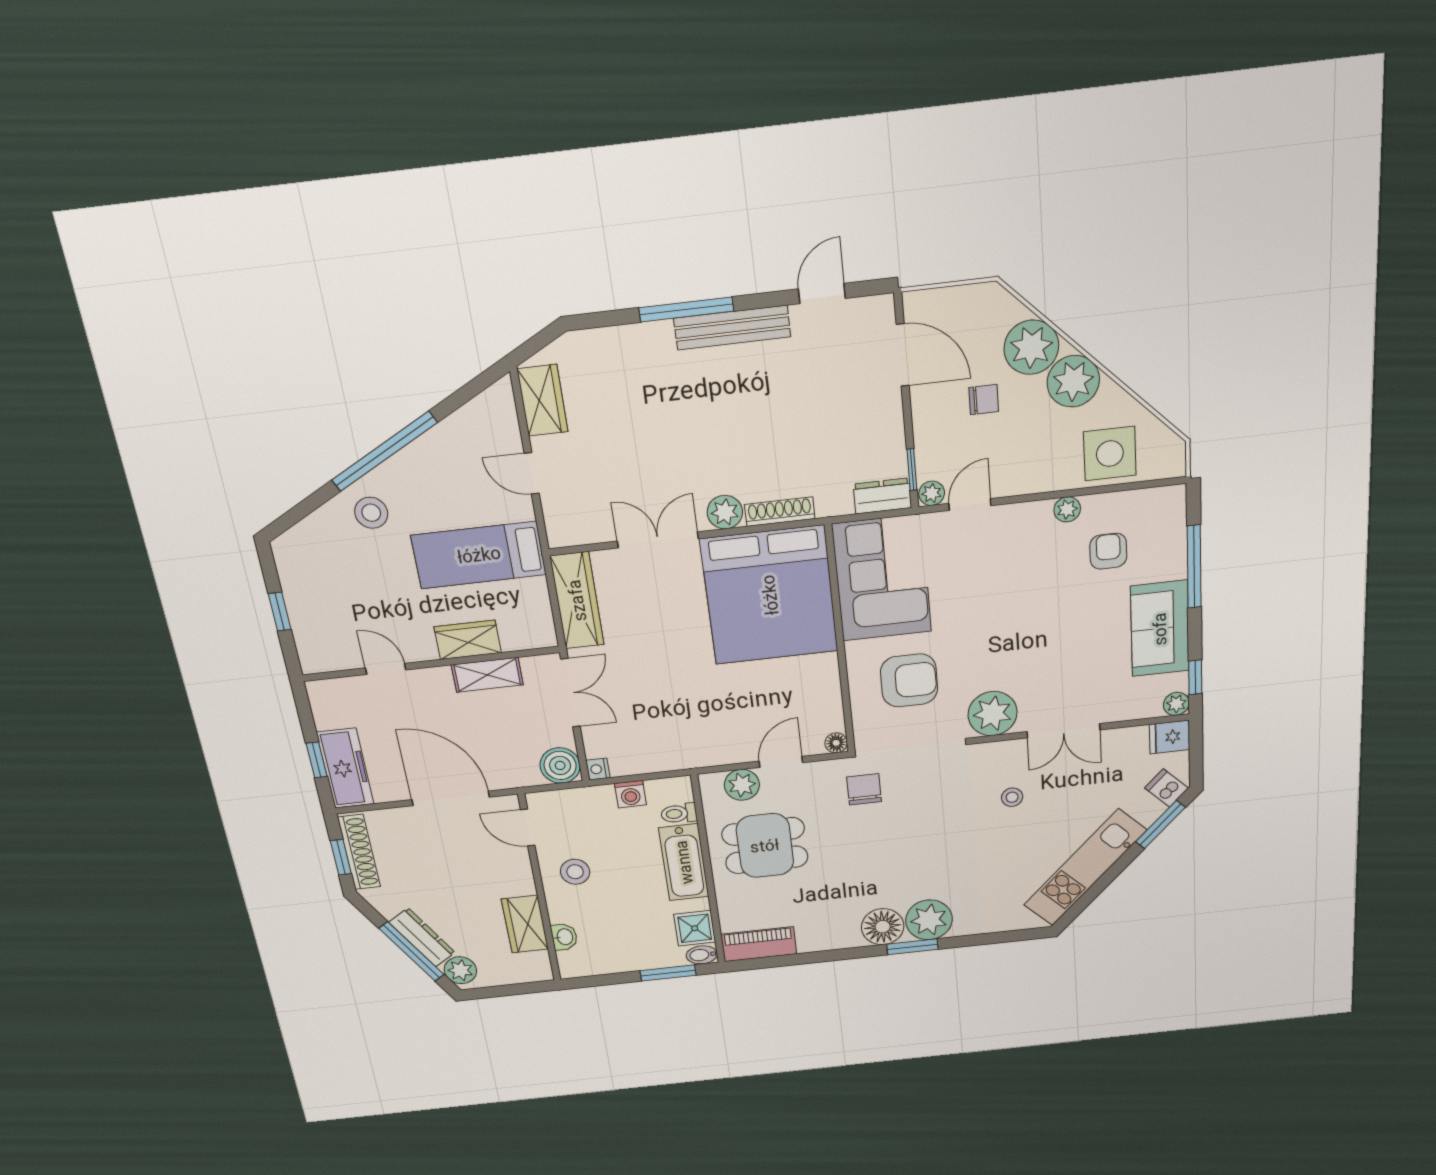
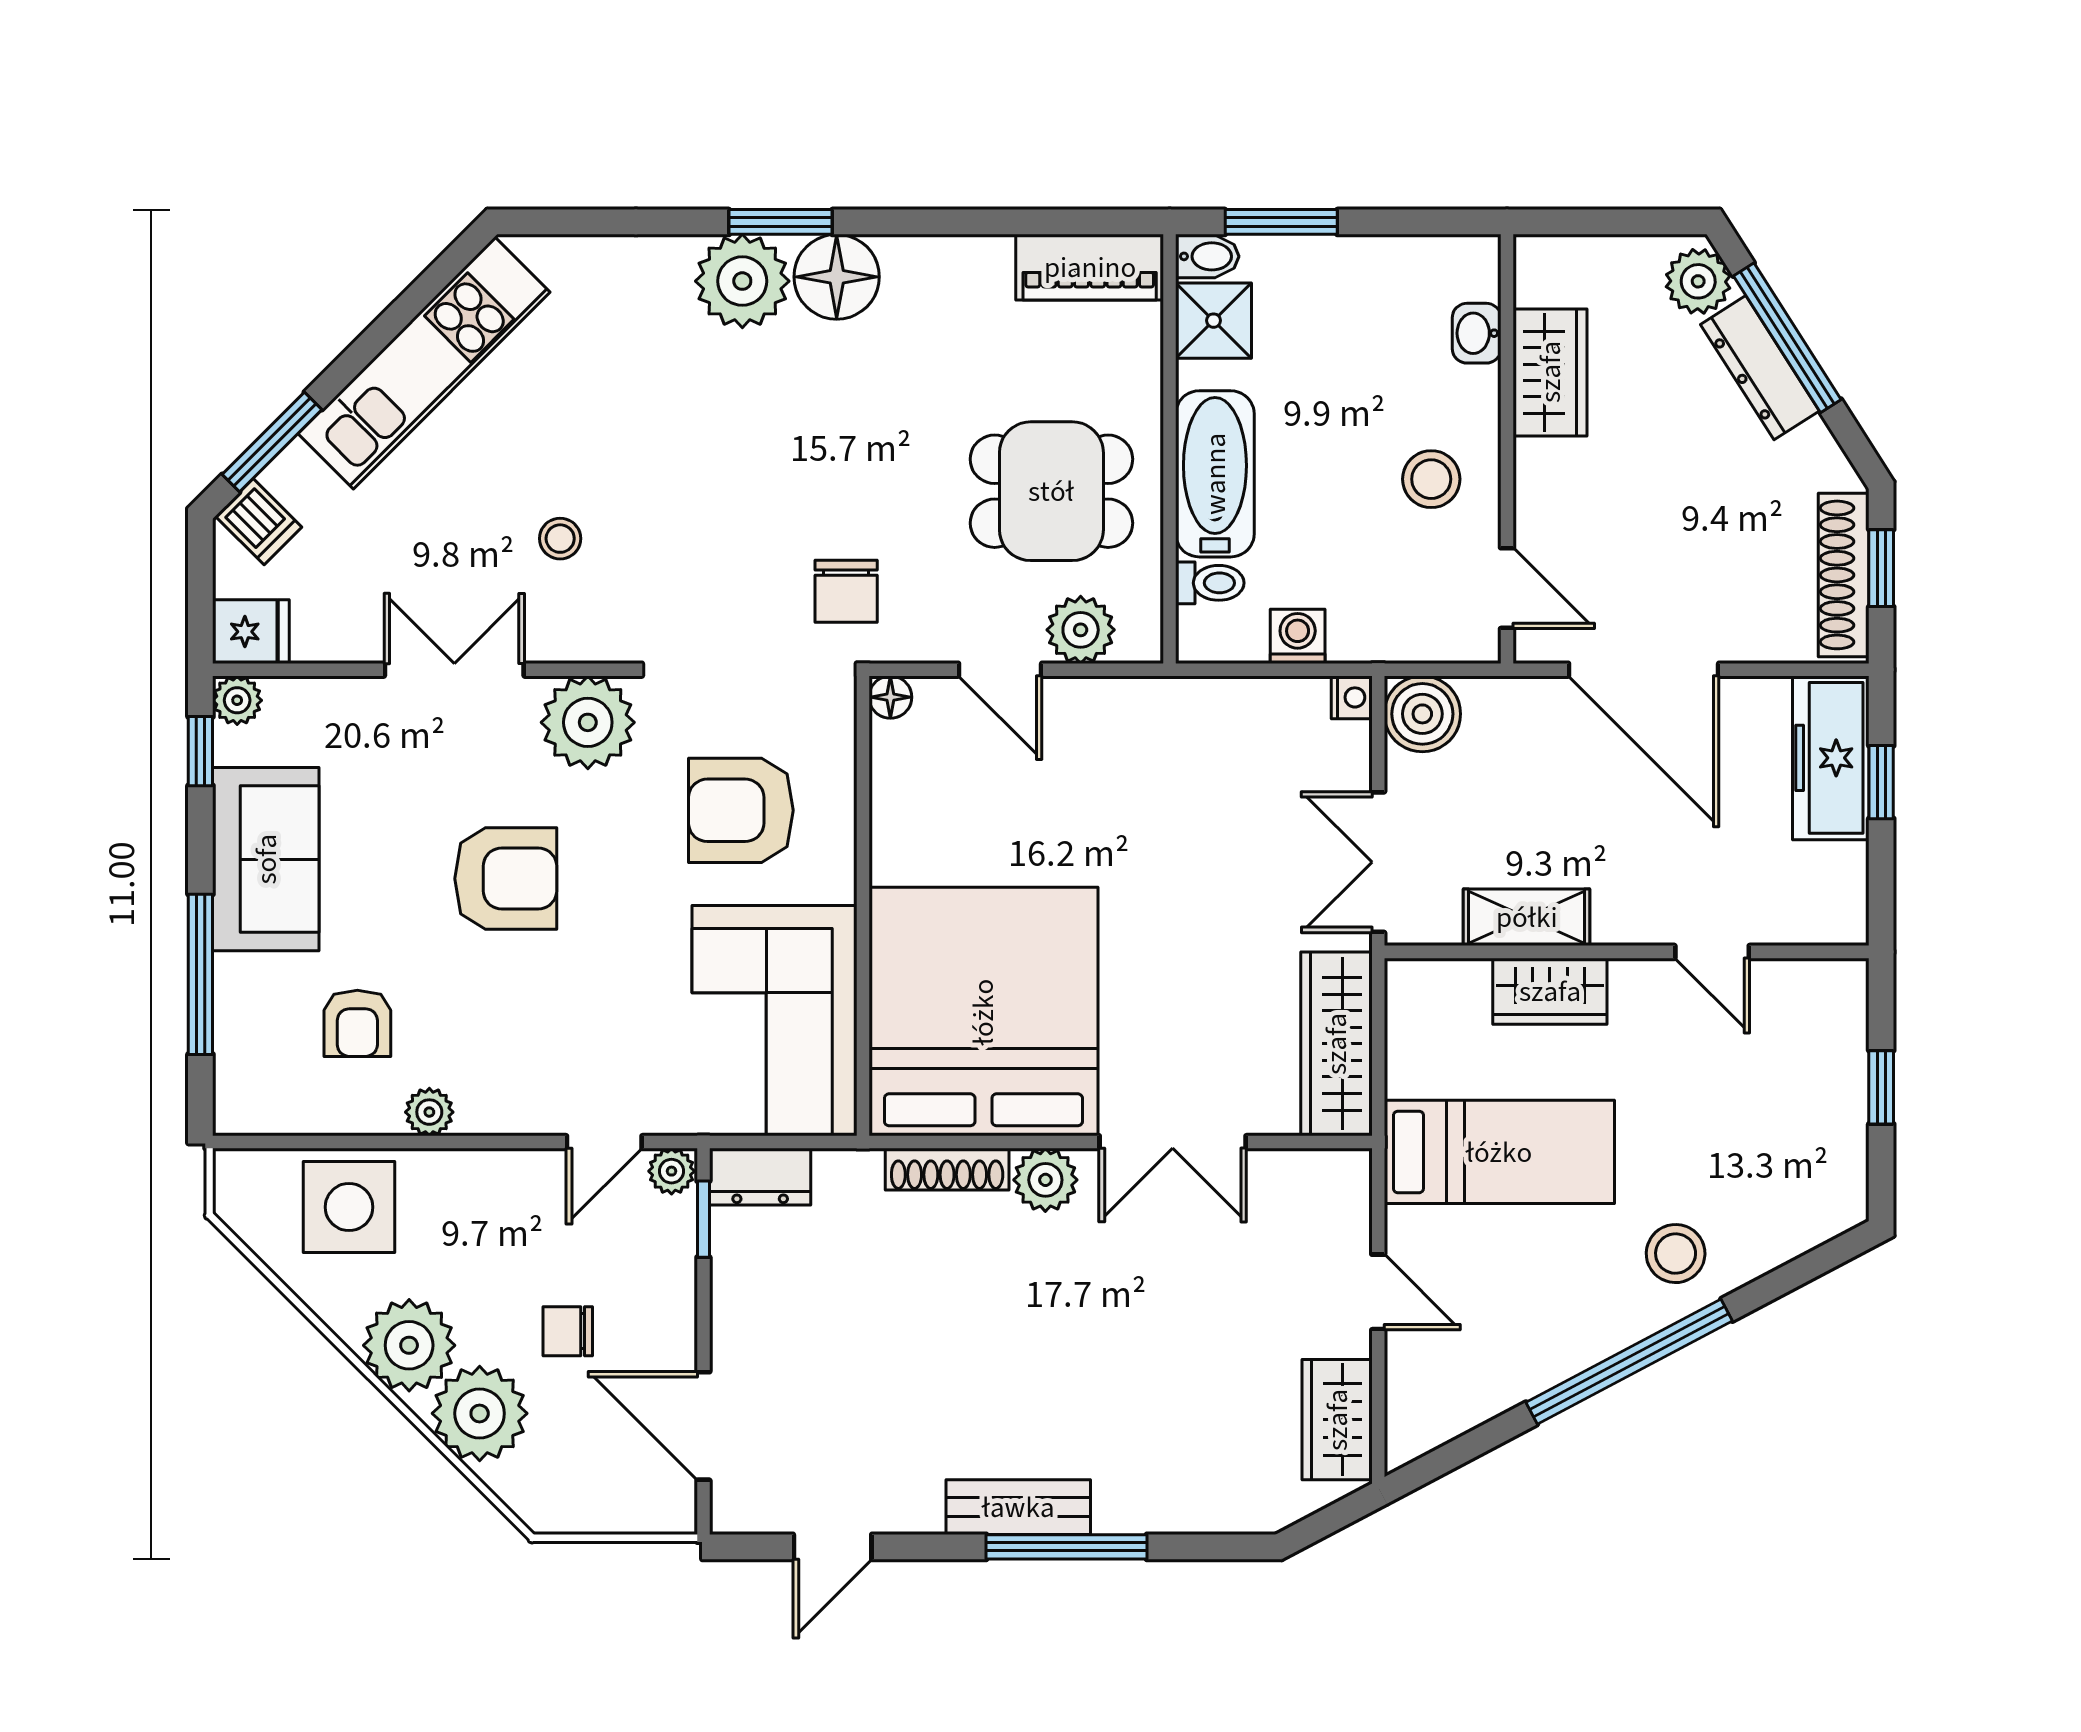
bench: (732, 328) -> (1018, 1507), width x0.73
armchair: (1031, 633) -> (506, 879), added
door: (781, 762) -> (1000, 670), hinge flipped

